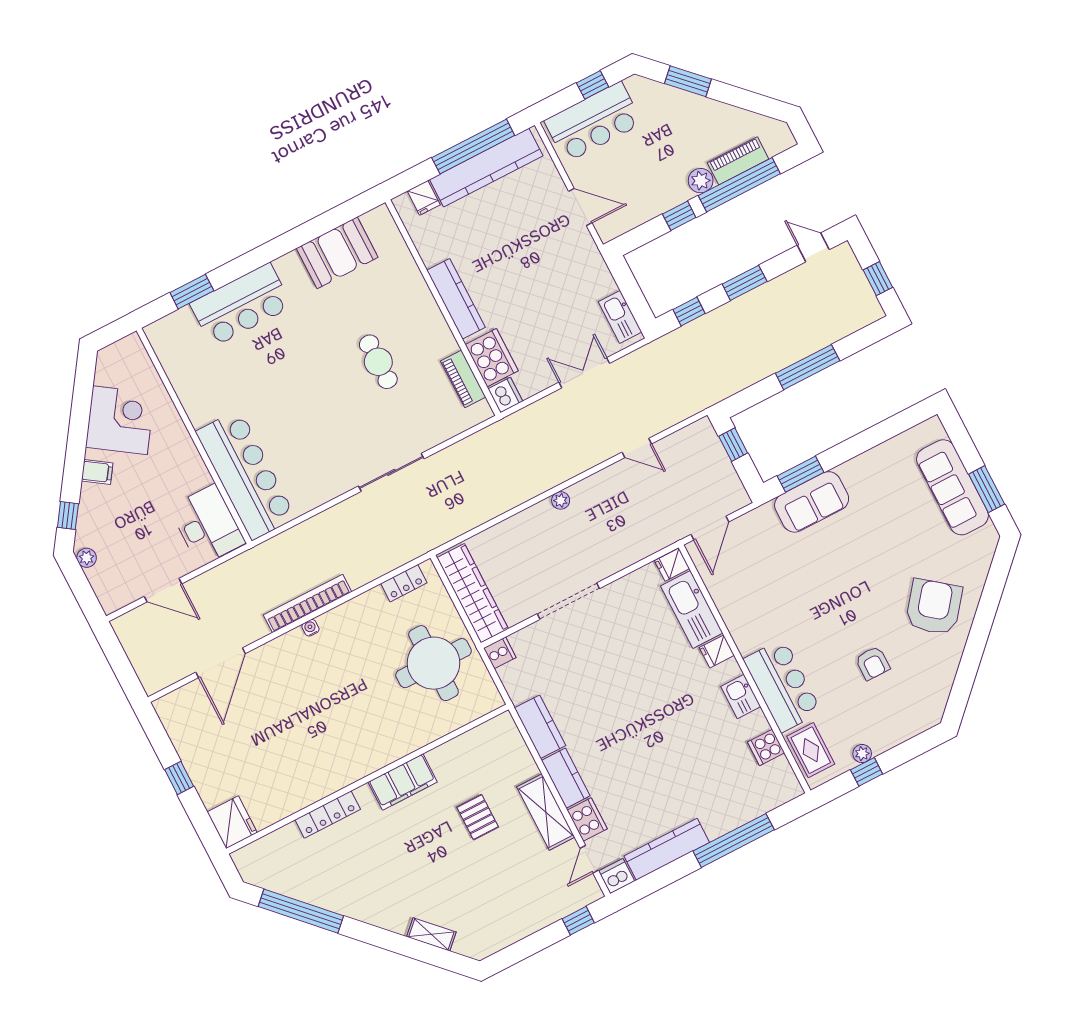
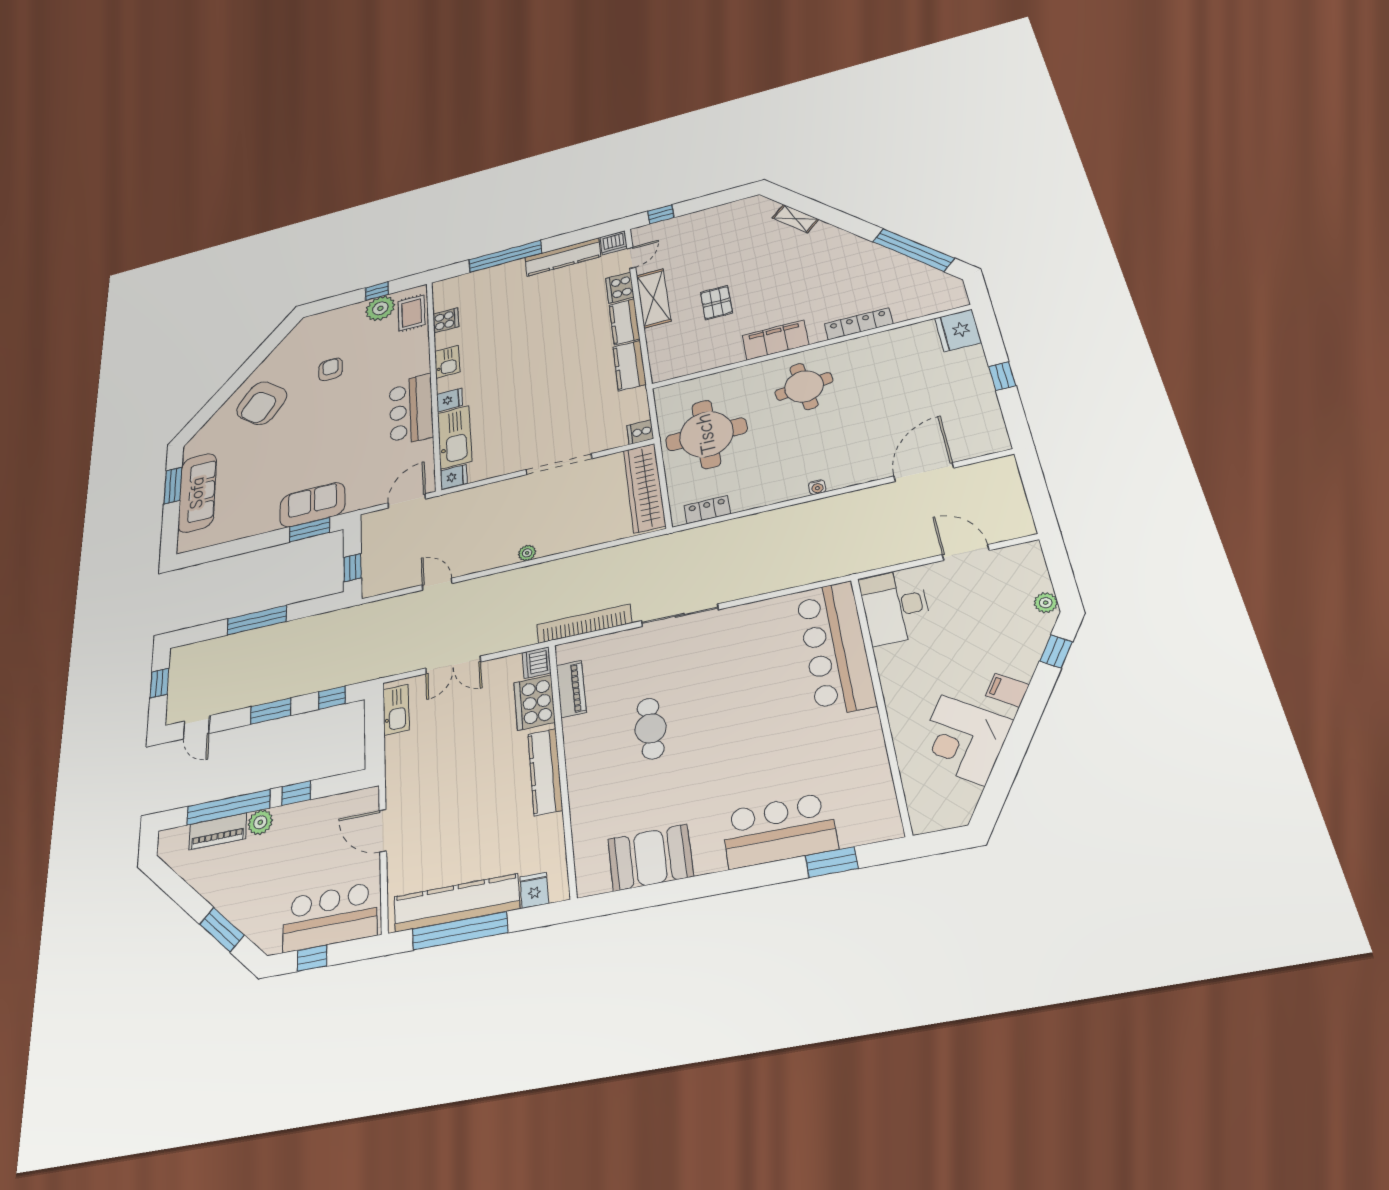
bookcase: (308, 604) -> (584, 624), moved, turned 180
bar counter: (782, 686) -> (411, 410), moved
round table: (358, 734) -> (804, 386), added
plant: (862, 754) -> (380, 308), width x1.88, depth x1.88

